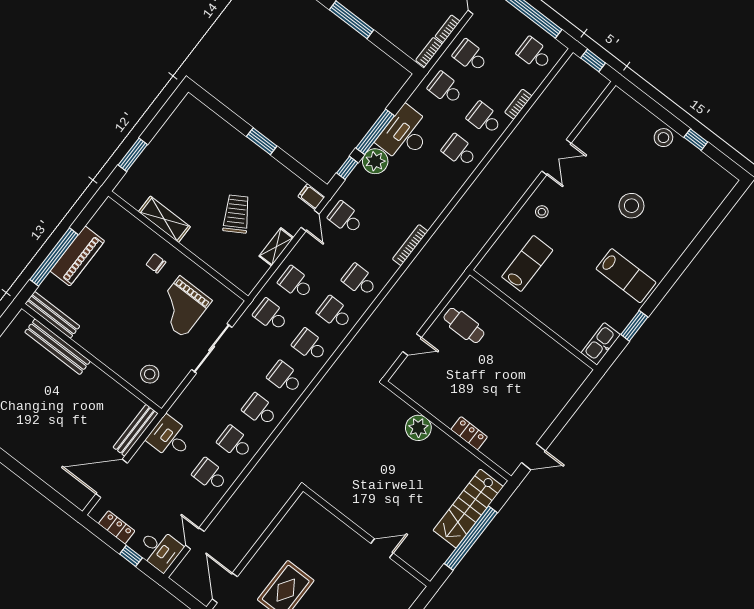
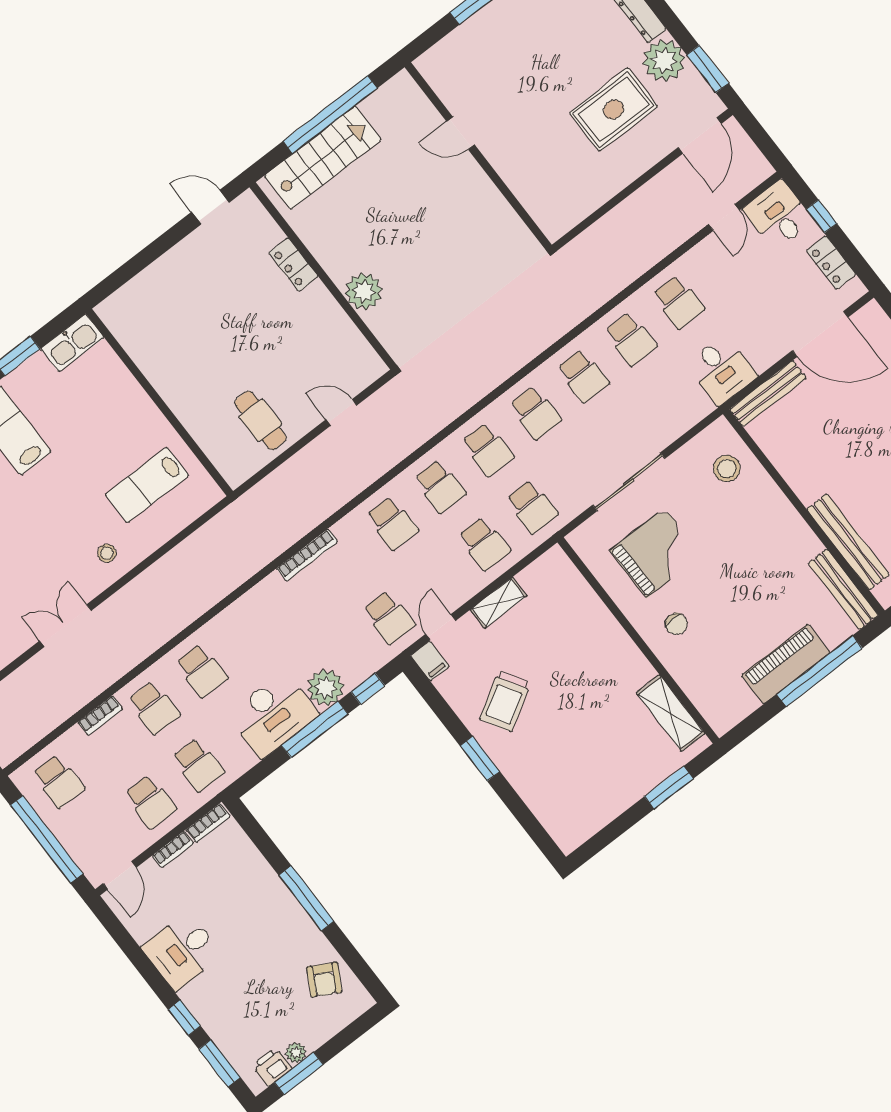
trolley: (237, 214) -> (505, 701), moved
shelving: (164, 219) -> (671, 713), moved

